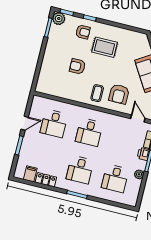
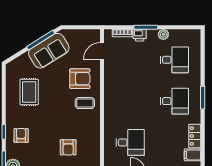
rug: (105, 47) -> (29, 92), moved
armchair: (77, 66) -> (68, 147), moved
desk: (89, 132) -> (130, 101), removed

